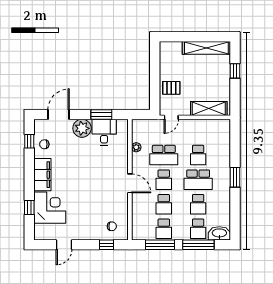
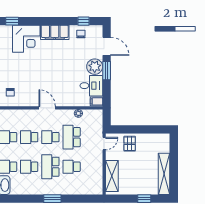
window: (101, 115) -> (107, 71), moved
door: (171, 117) -> (104, 144), swing flipped
filing cabinet: (122, 126) -> (96, 101), added
door: (130, 183) -> (47, 108), swing flipped
window: (29, 207) -> (12, 21), moved

